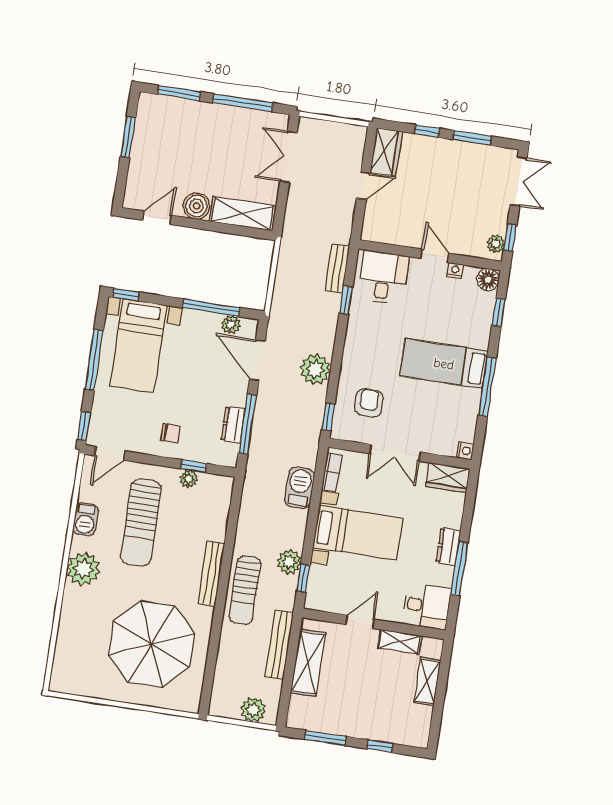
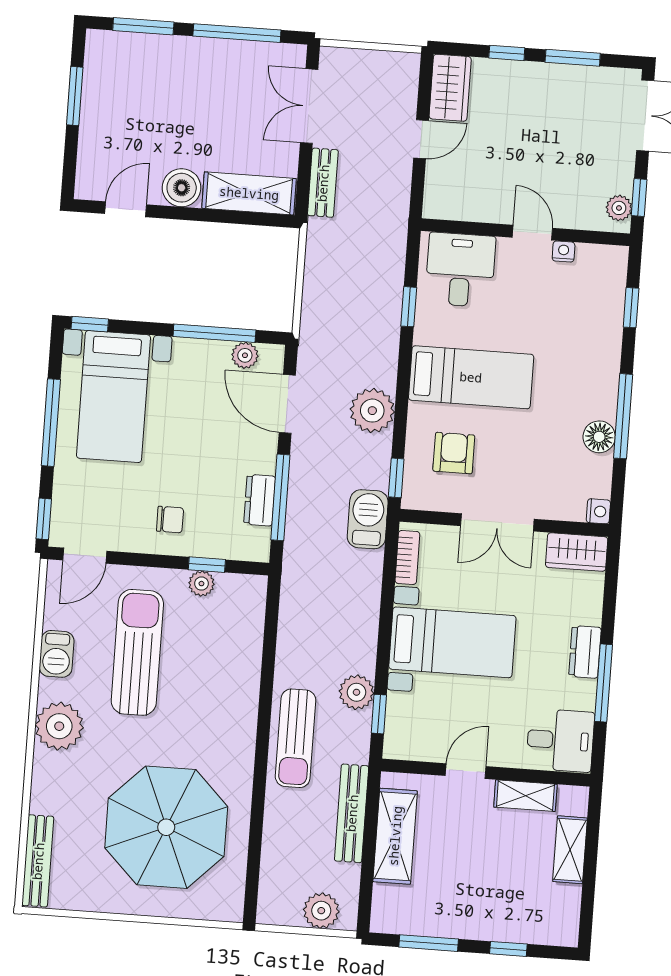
bench: (337, 268) -> (323, 183), moved
floor lamp: (488, 280) -> (599, 437), moved
bed: (444, 364) -> (471, 377), moved, turned 180
barbecue: (300, 488) -> (368, 519), moved
sun lounger: (141, 523) -> (137, 652), turned 180
bench: (211, 574) -> (38, 861), moved

